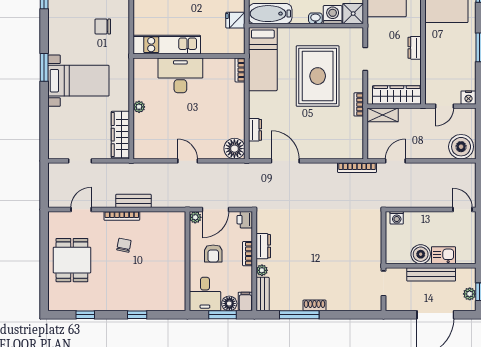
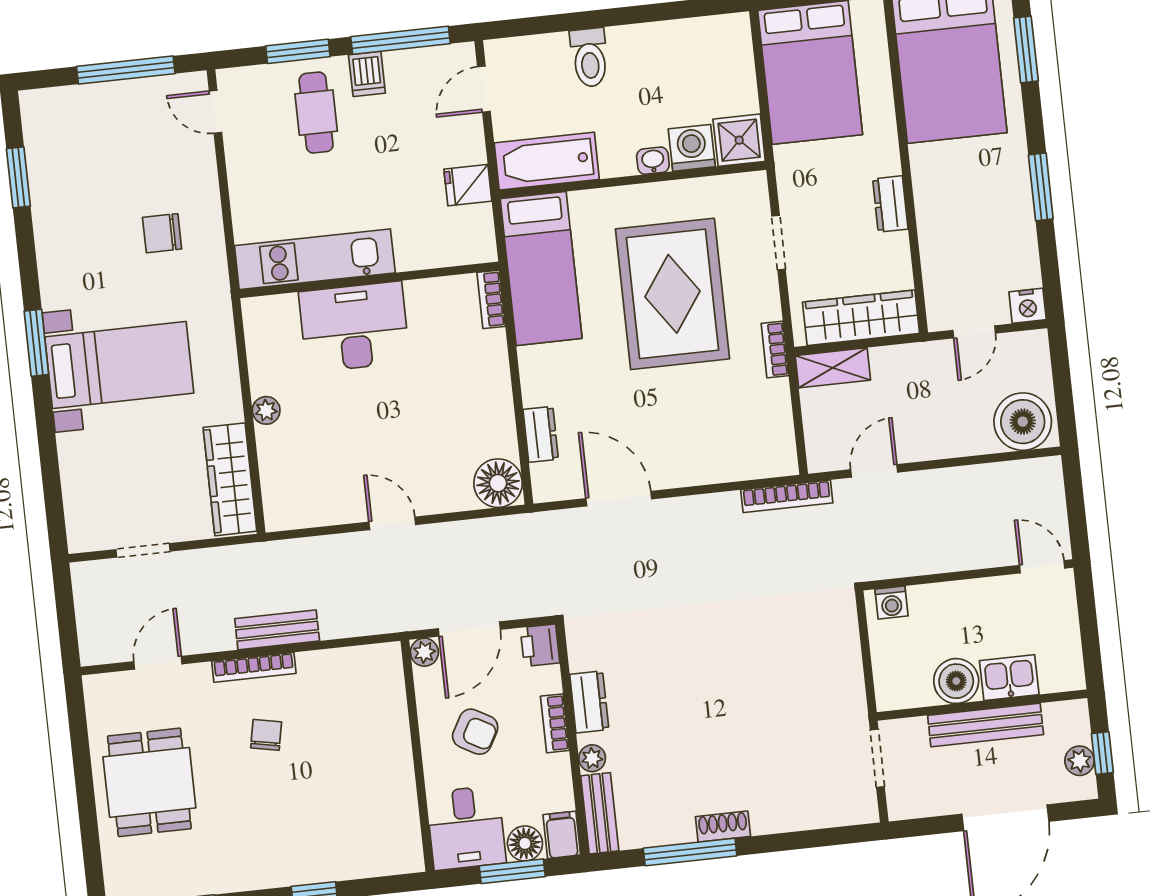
armchair: (213, 254) -> (475, 732), turned -61

